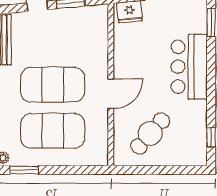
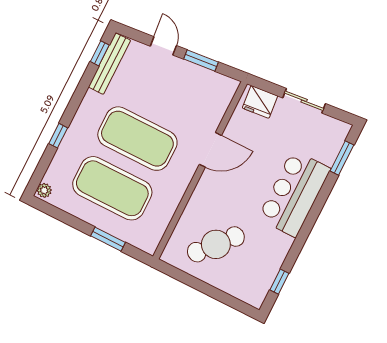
door: (111, 94) -> (210, 150), moved
window: (24, 170) -> (108, 239), moved

